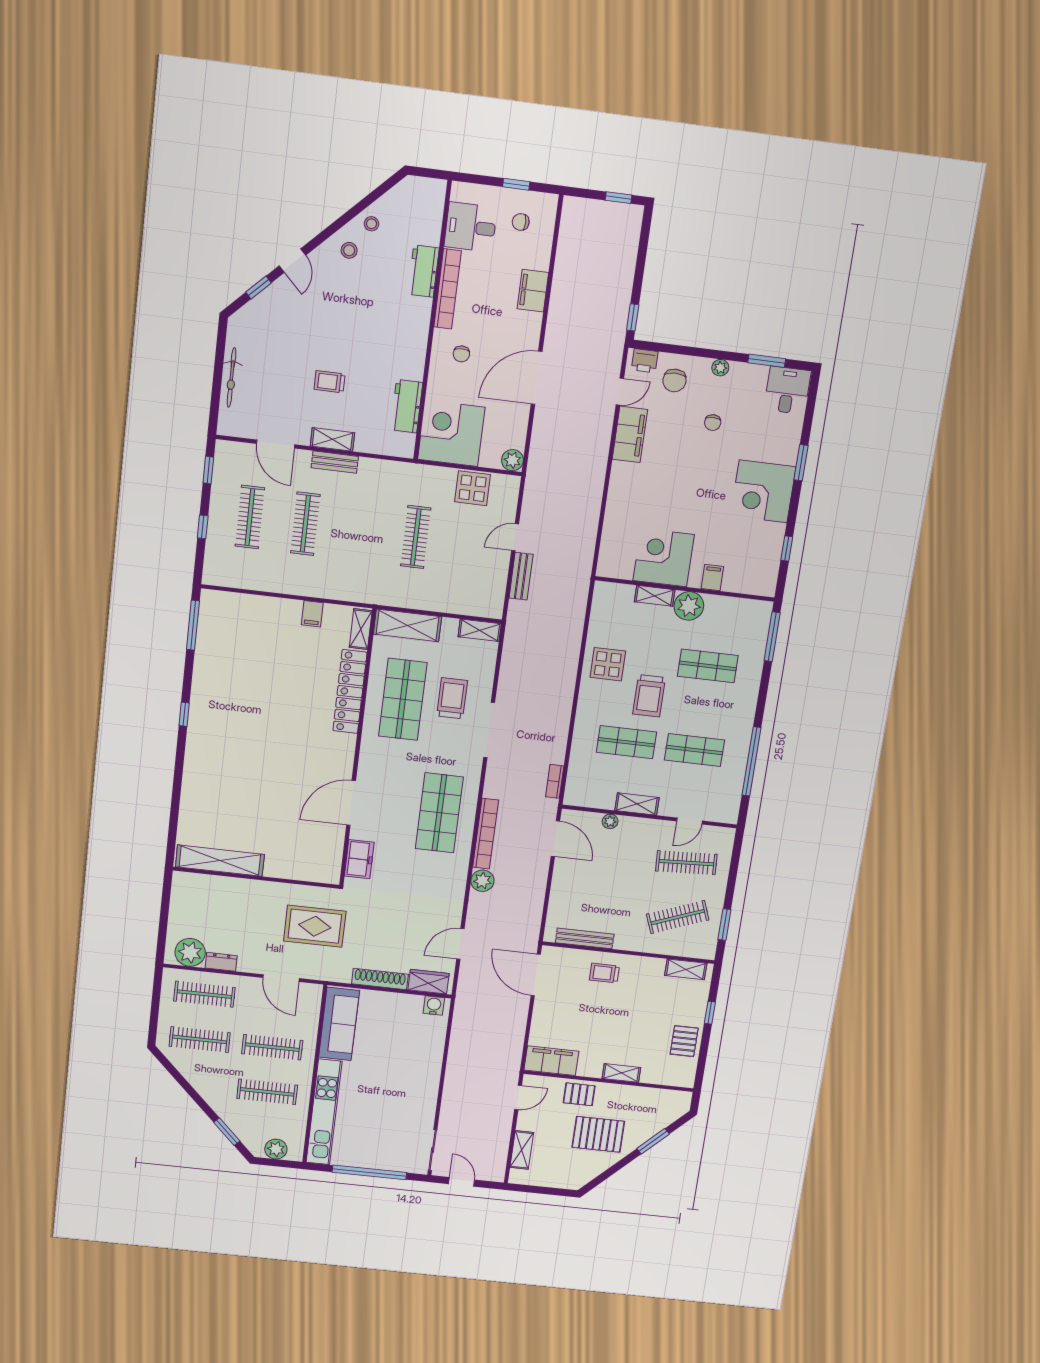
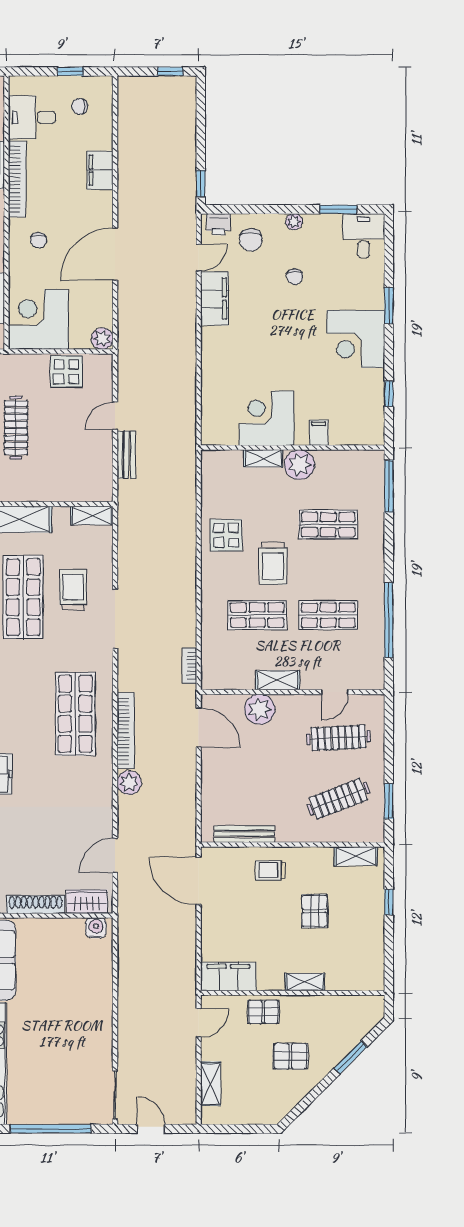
plant: (610, 821) -> (260, 709), width x1.87, depth x1.87
pallet: (684, 1041) -> (314, 911), moved
pallet: (598, 1134) -> (290, 1056), width x0.67, depth x0.71

